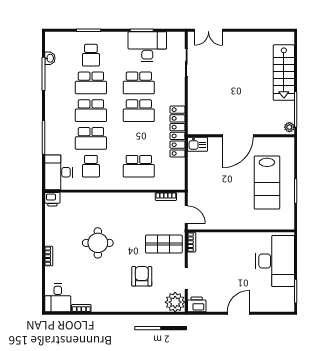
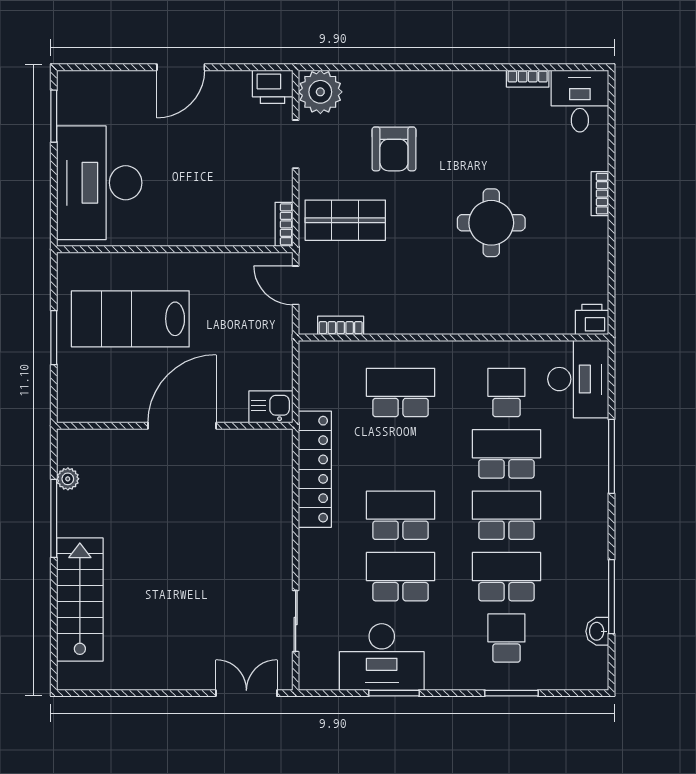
door: (238, 136) -> (182, 426), moved
wall: (241, 136) -> (175, 426), moved
kitchen sink: (197, 144) -> (271, 407), moved
lab bench: (267, 183) -> (130, 319), moved, turned -90

